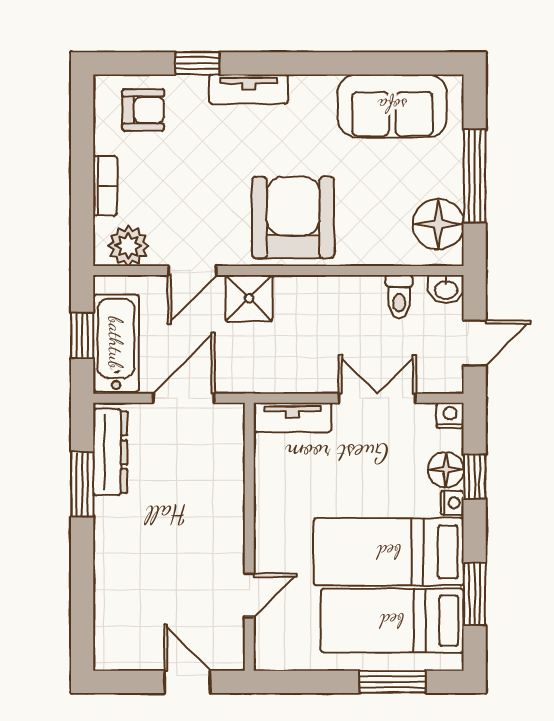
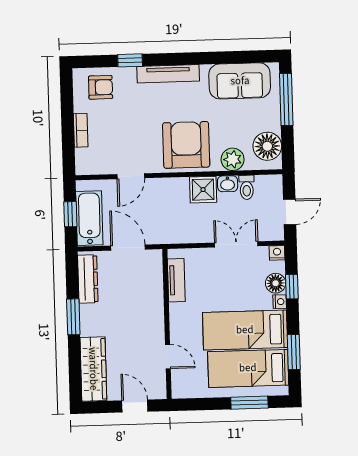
tv unit: (249, 89) -> (168, 74), width x1.41
window: (475, 176) -> (286, 99), moved
plant: (128, 246) -> (233, 159), moved
washbasin: (446, 289) -> (228, 184), moved
shower: (249, 298) -> (203, 190), moved
door: (184, 398) -> (128, 248), hinge flipped
tv unit: (293, 417) -> (176, 280), moved, turned -90
window: (82, 484) -> (73, 317), moved
door: (249, 595) -> (168, 357), hinge flipped
wardrobe: (115, 614) -> (93, 369), added

